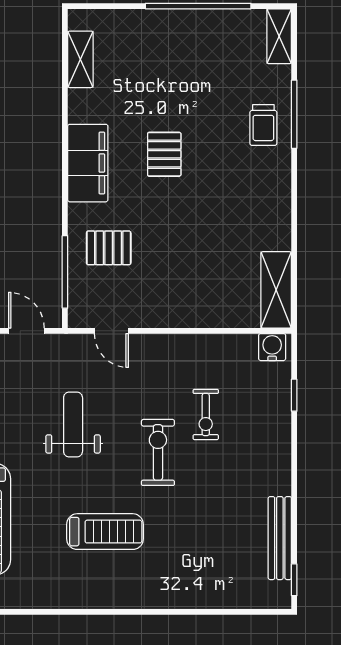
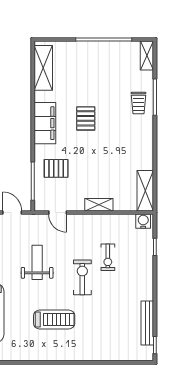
shelving: (80, 59) -> (43, 68), width x1.50, depth x1.33
shelving: (189, 316) -> (99, 205), added

